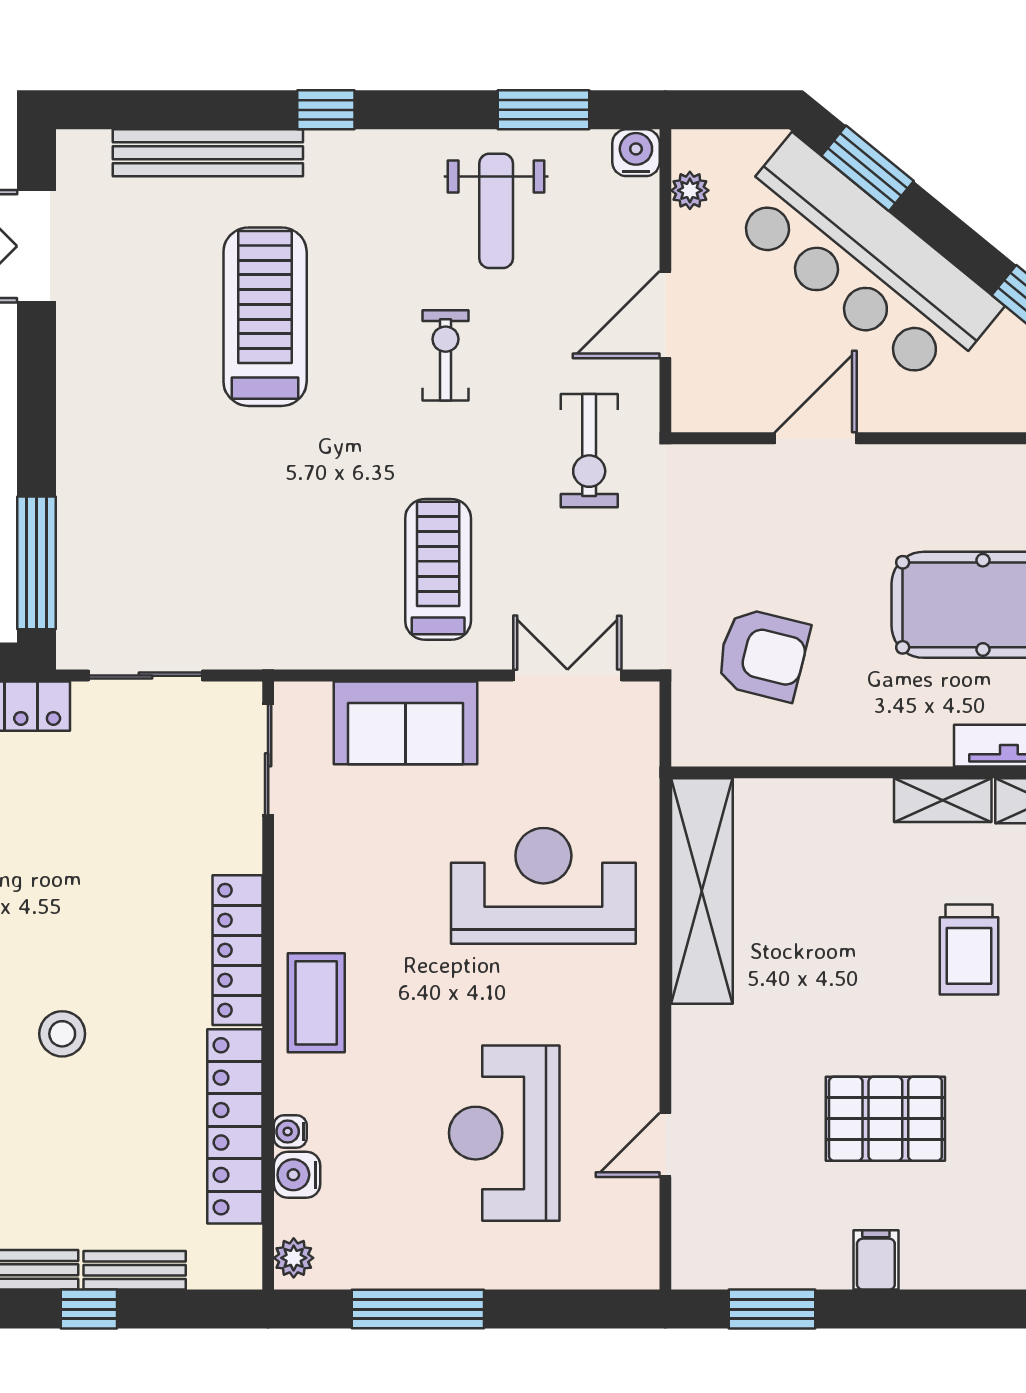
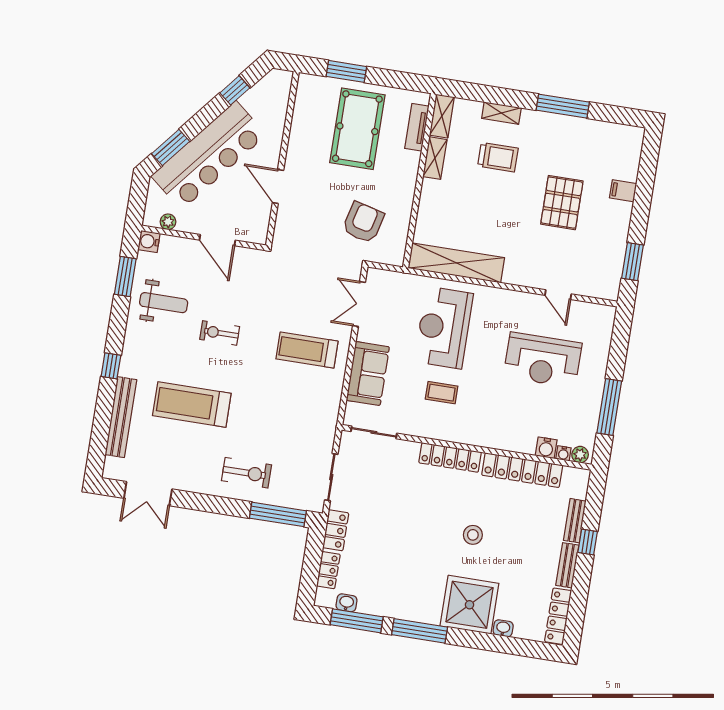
exercise bike: (589, 451) -> (247, 473), moved
coffee table: (316, 1003) -> (442, 393), moved, width x0.73, depth x0.77
water cooler: (290, 1132) -> (563, 453), moved
filing cabinet: (876, 1260) -> (623, 191), moved

